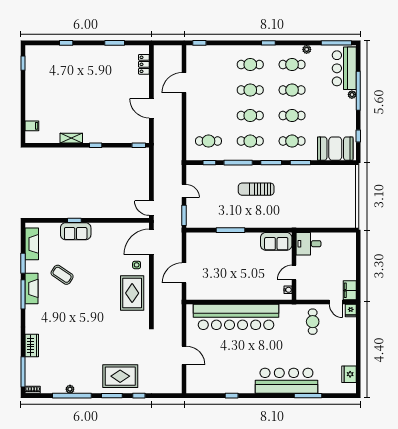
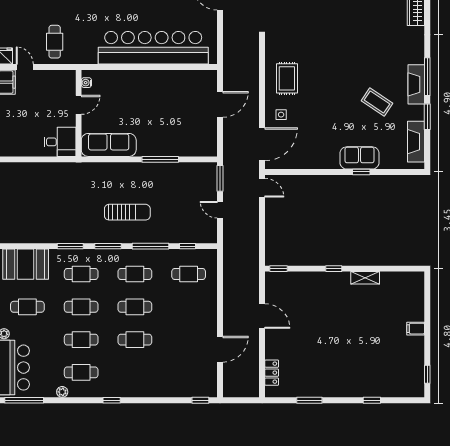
cafe table: (250, 65) -> (27, 307), moved
filing cabinet: (32, 126) -> (416, 329), moved
sofa: (276, 241) -> (109, 145), width x1.36
rug: (132, 293) -> (287, 78), width x0.73, depth x0.70

